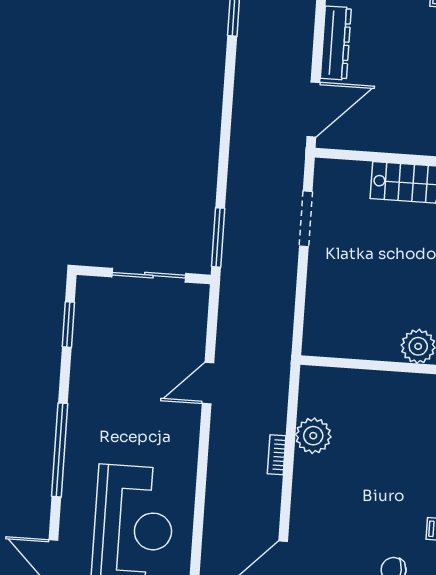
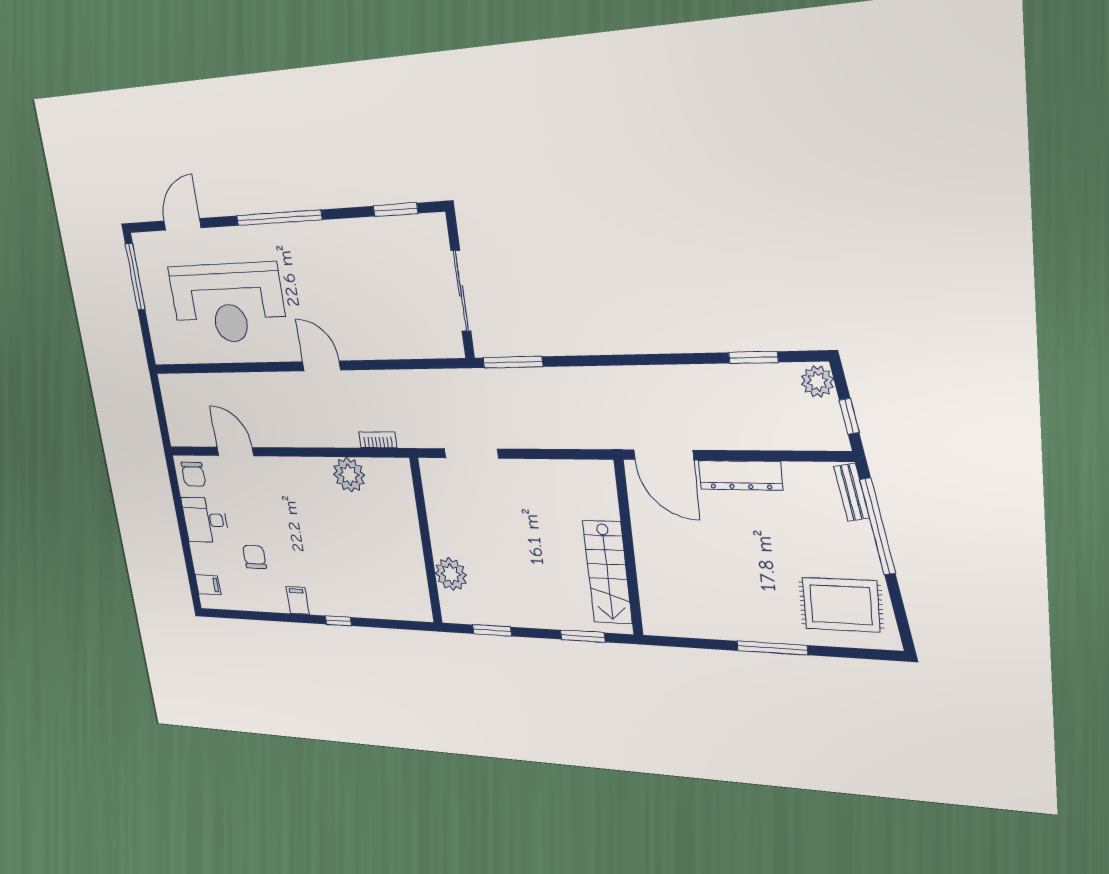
doorway: (306, 219) -> (471, 453), moved
door: (208, 383) -> (322, 366), moved
bookcase: (277, 455) -> (378, 440), moved

